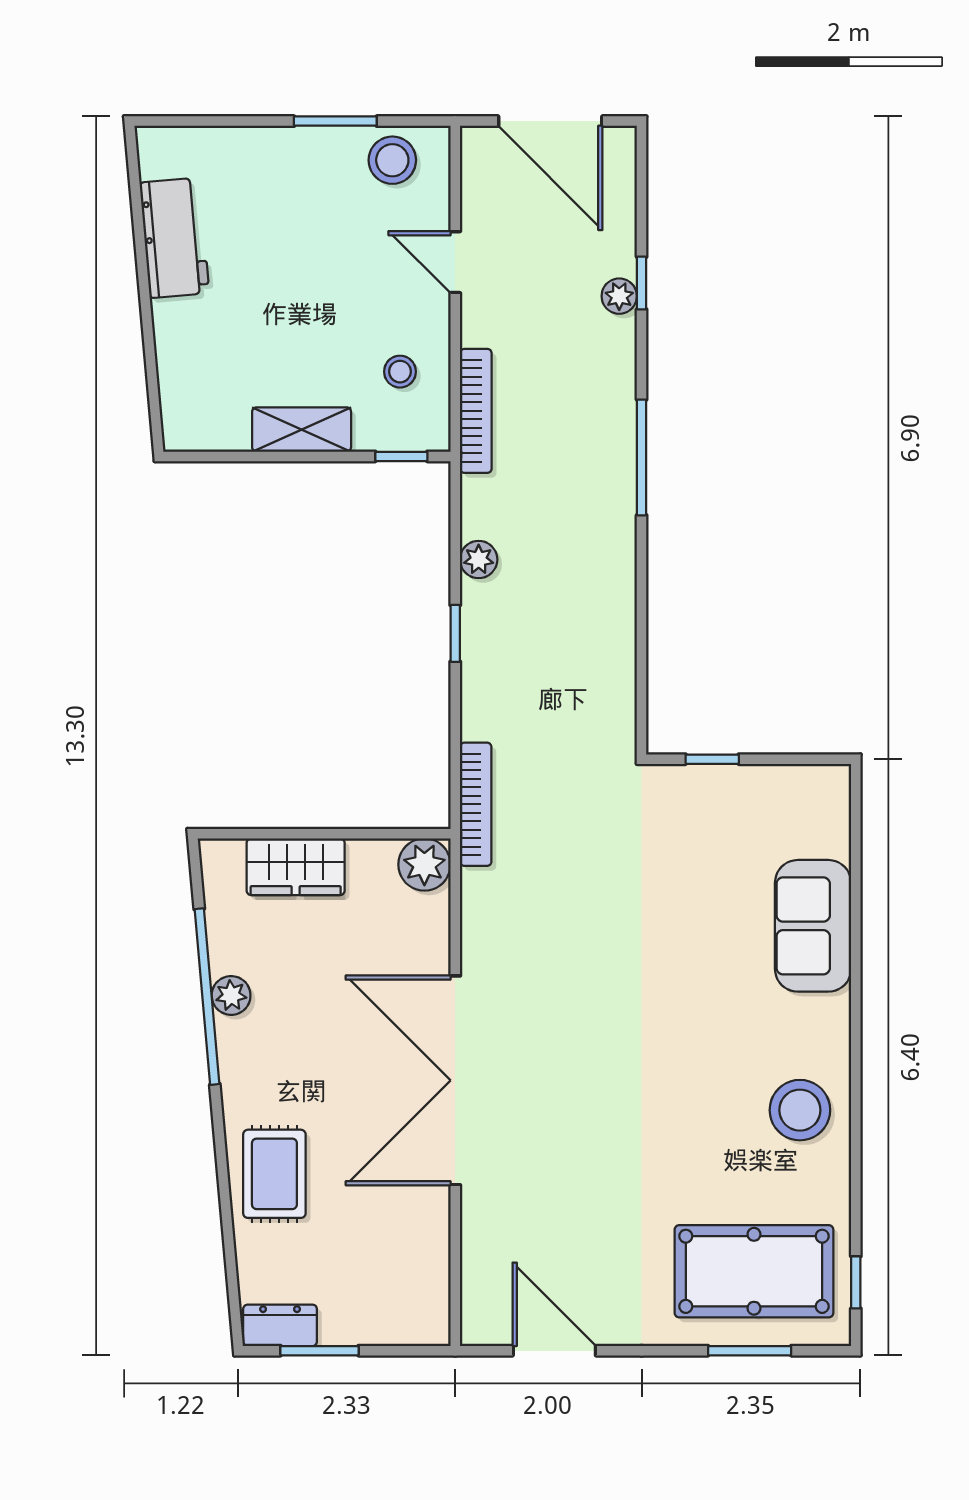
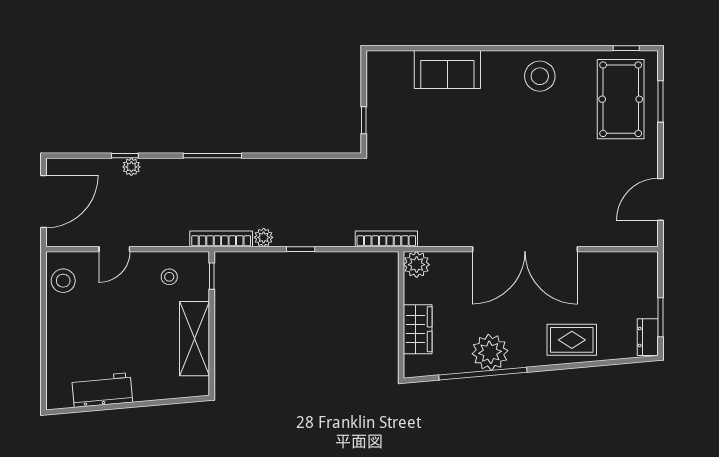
window: (335, 121) -> (44, 309), removed
bookcase: (476, 411) -> (221, 239), moved
shelving: (302, 430) -> (195, 339), width x1.50, depth x1.33
plant: (231, 995) -> (490, 352), width x1.88, depth x1.88

